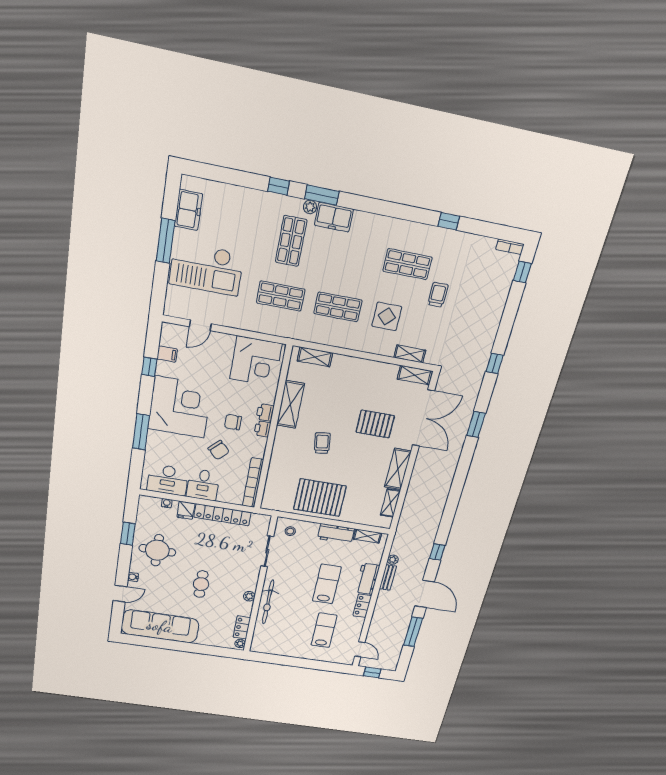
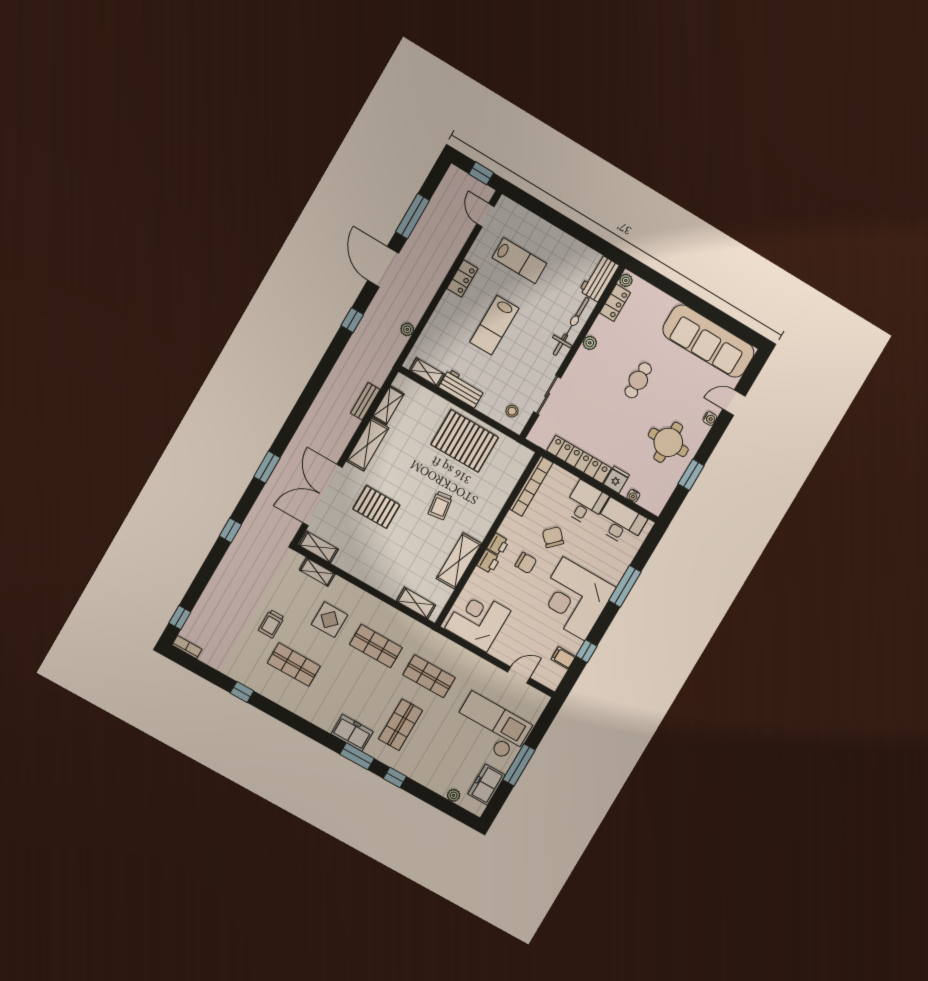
plant: (310, 207) -> (454, 795), moved
bench: (388, 577) -> (365, 401), moved
workbench: (367, 579) -> (599, 278), moved, turned 180
lab bench: (324, 630) -> (519, 261), turned -90

